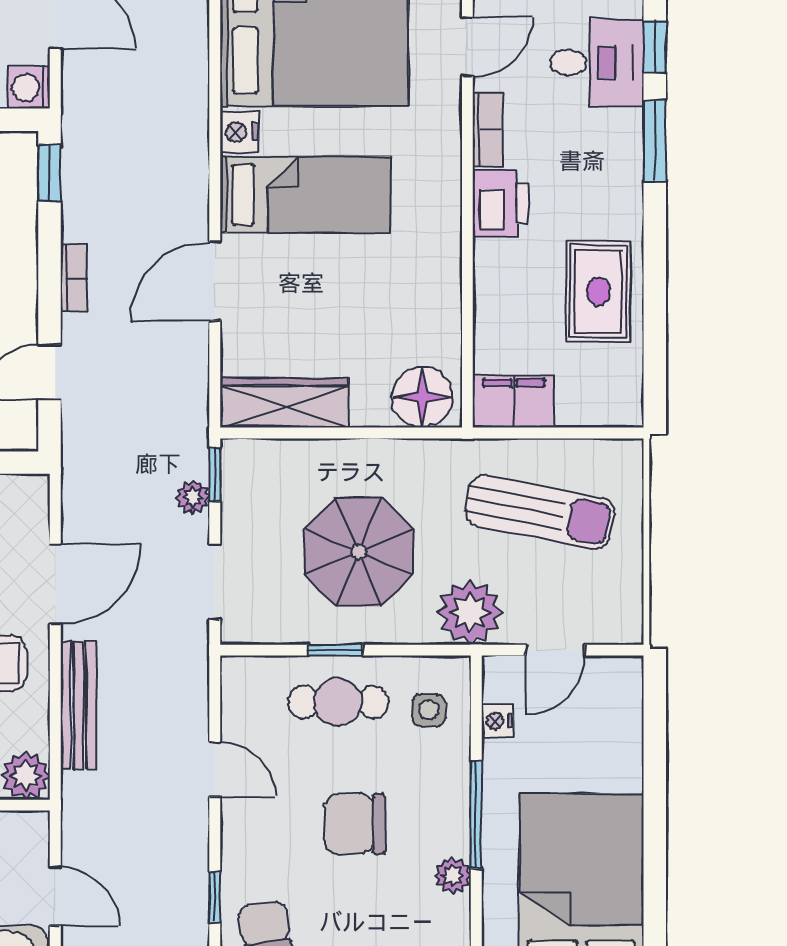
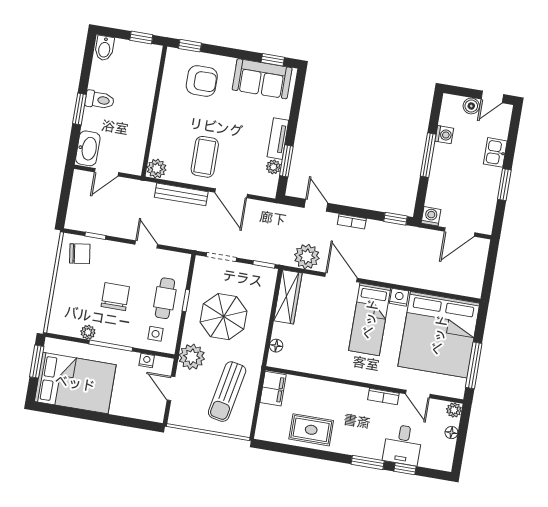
printer: (500, 203) -> (353, 397), removed
floor lamp: (422, 397) -> (276, 346), width x0.53, depth x0.53
plant: (193, 497) -> (307, 257), moved, width x1.88, depth x1.88
door: (215, 769) -> (146, 244), swing flipped

